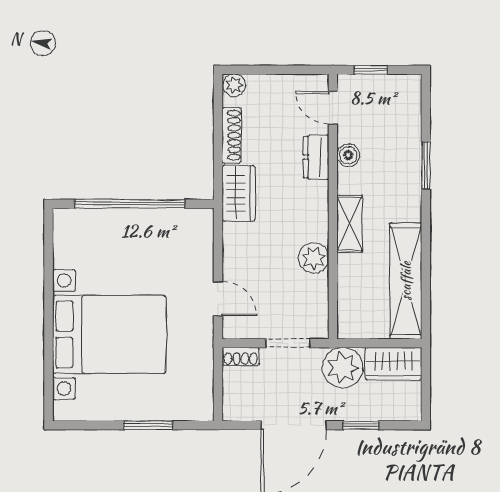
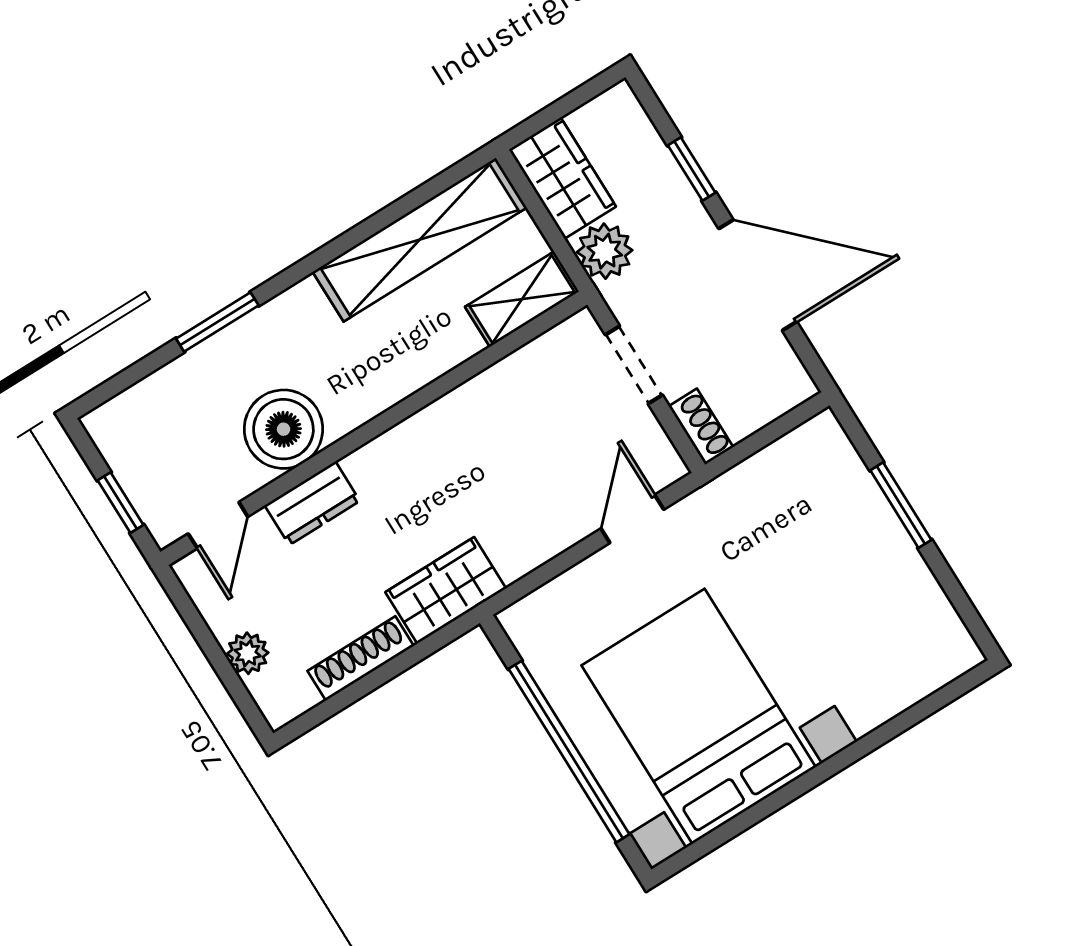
plant: (234, 85) -> (248, 653), moved
boiler: (348, 155) -> (283, 429), width x1.86, depth x1.86
shelving: (350, 224) -> (522, 299), moved
plant: (314, 258) -> (474, 408), removed
bed with nightstands: (109, 334) -> (699, 716), moved
plant: (343, 368) -> (605, 251), width x0.73, depth x0.73

